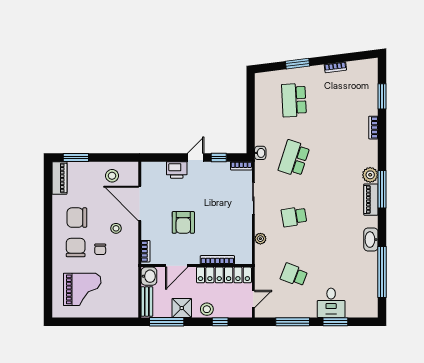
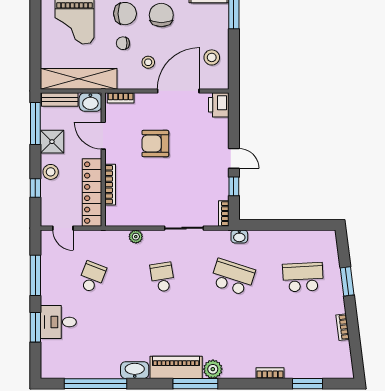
printer: (177, 170) -> (219, 105), moved
piano: (371, 200) -> (176, 367), width x1.37, depth x1.33
shelving: (130, 286) -> (79, 79), added

